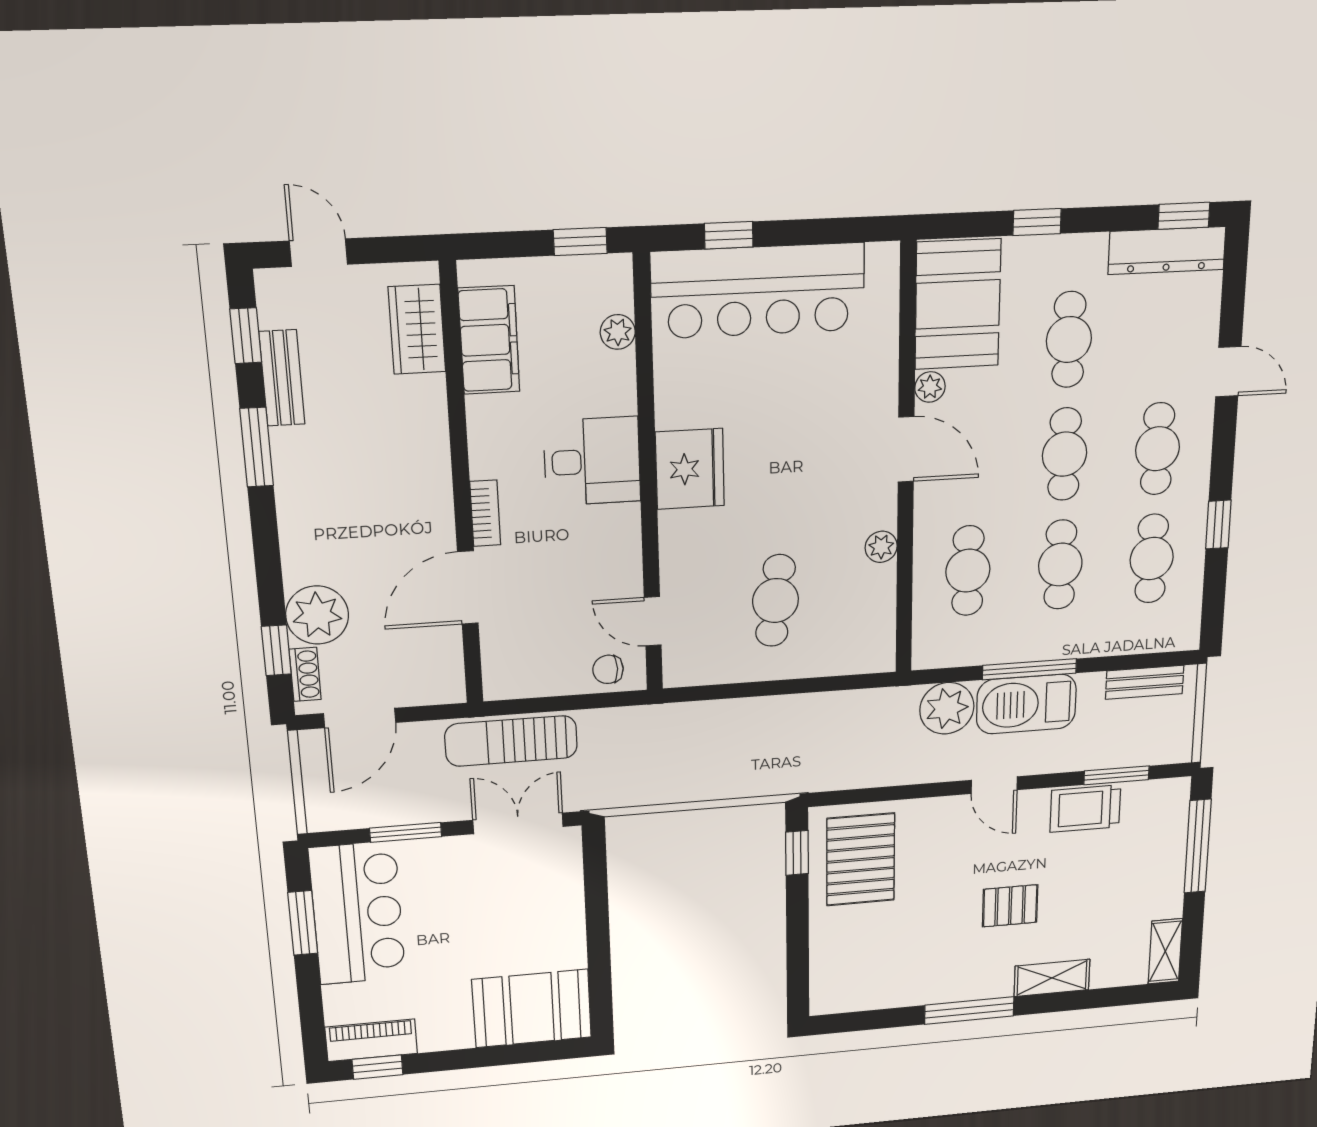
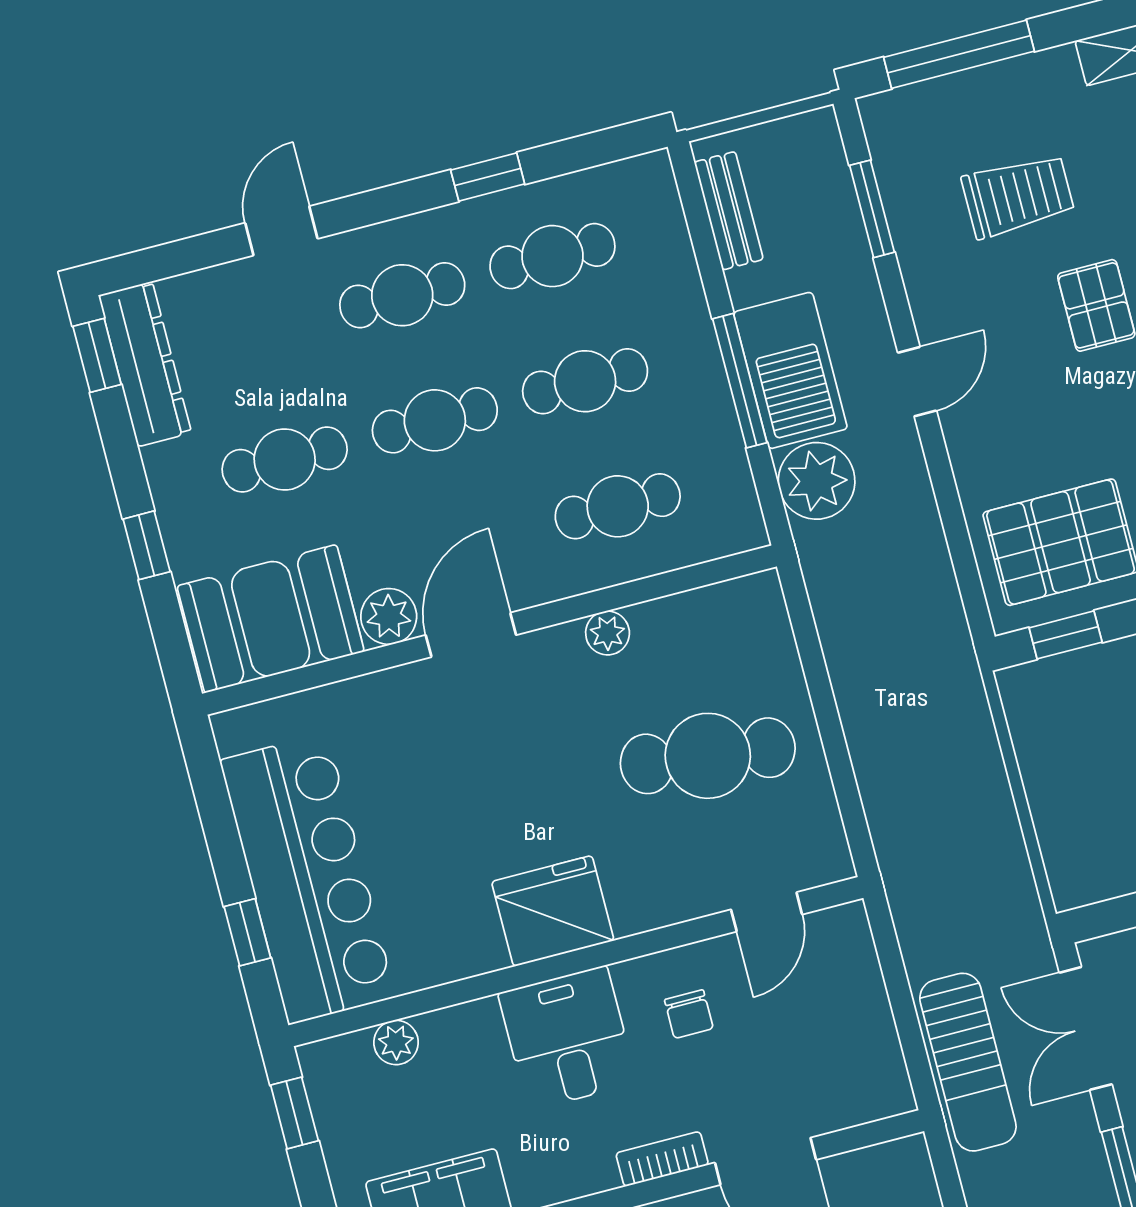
plant: (930, 387) -> (389, 616), width x1.38, depth x1.38
cafe table: (776, 601) -> (708, 756), width x1.37, depth x1.35
chair: (608, 669) -> (689, 1014), moved
trolley: (1085, 809) -> (1018, 196), moved, turned -90

